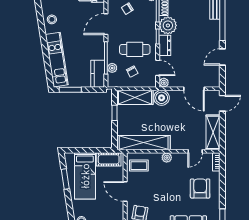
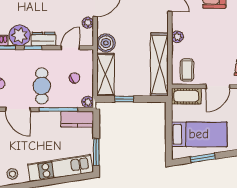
cafe table: (135, 49) -> (42, 86), moved
plant: (112, 68) -> (88, 102), moved
plant: (164, 83) -> (88, 23), moved
cot: (109, 159) -> (186, 96), moved, turned 90

